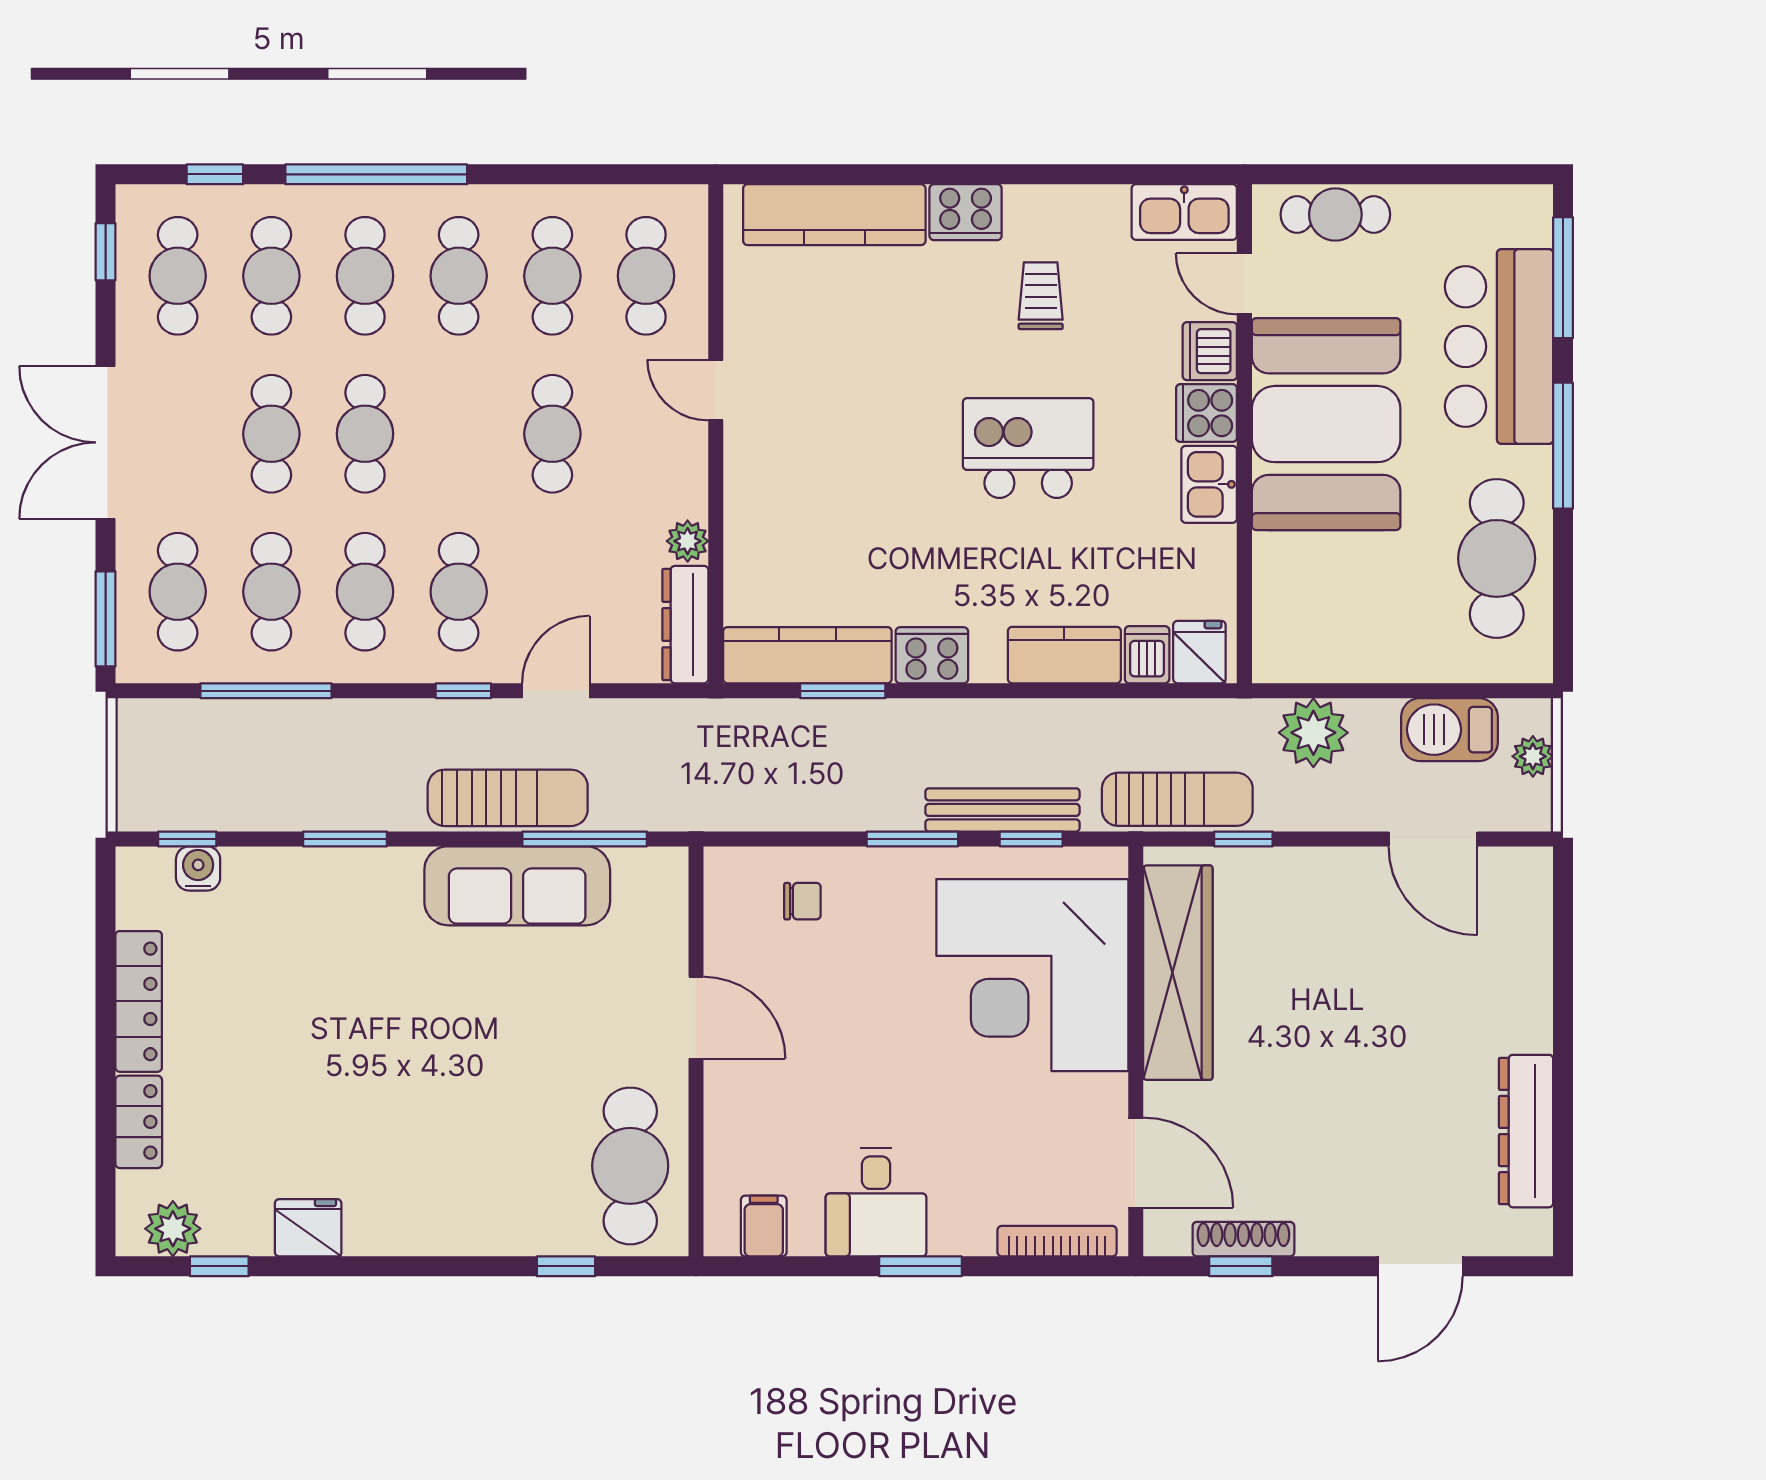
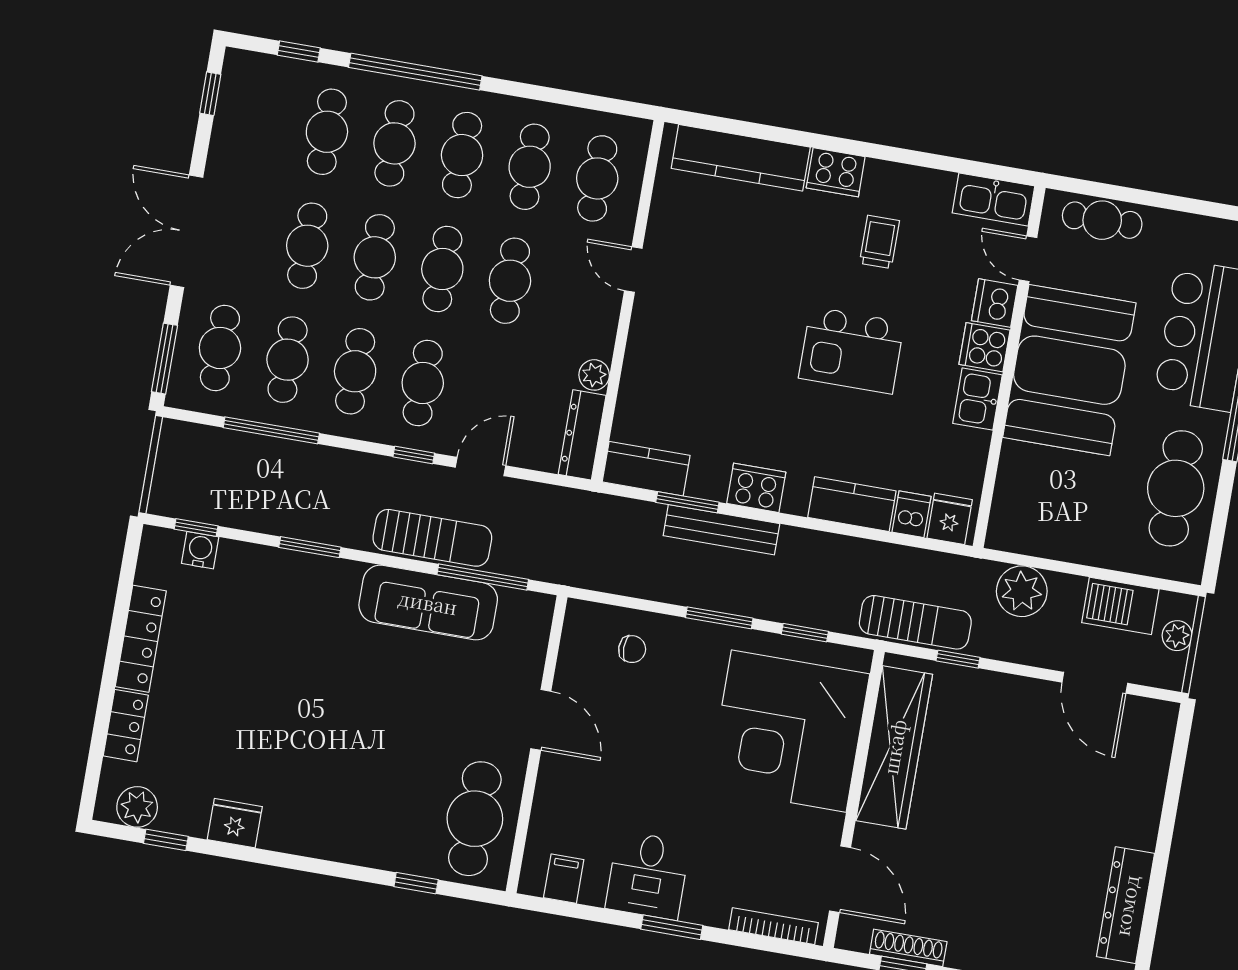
cafe table: (178, 276) -> (442, 269), moved
kitchen island: (1028, 448) -> (851, 350), turned 180
kitchen counter: (807, 655) -> (646, 469), width x0.67
bench: (1002, 810) -> (721, 530), moved

